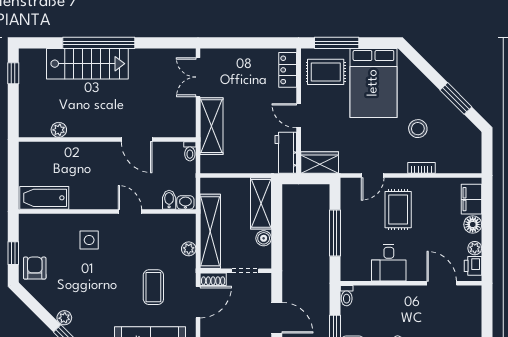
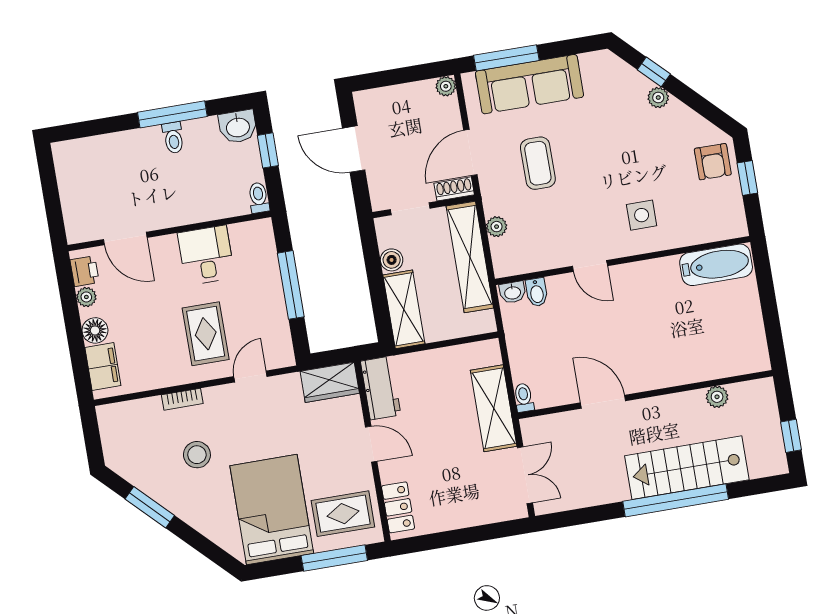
plant: (59, 130) -> (717, 397), moved
wall: (107, 140) -> (645, 395), moved
door: (137, 140) -> (603, 402), moved
toilet: (190, 151) -> (524, 398), moved

